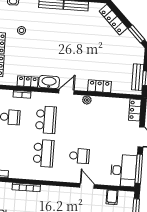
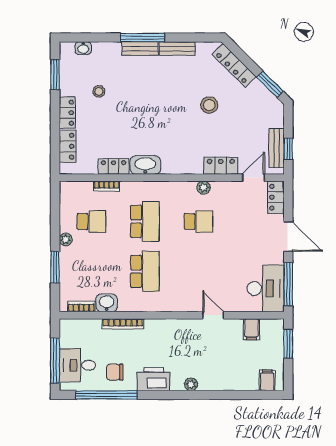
stool: (95, 45) -> (209, 105), added
door: (66, 92) -> (254, 178), moved
school desk: (79, 156) -> (198, 221), moved
washbasin: (16, 172) -> (107, 303), added

